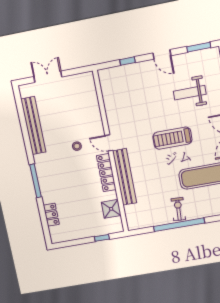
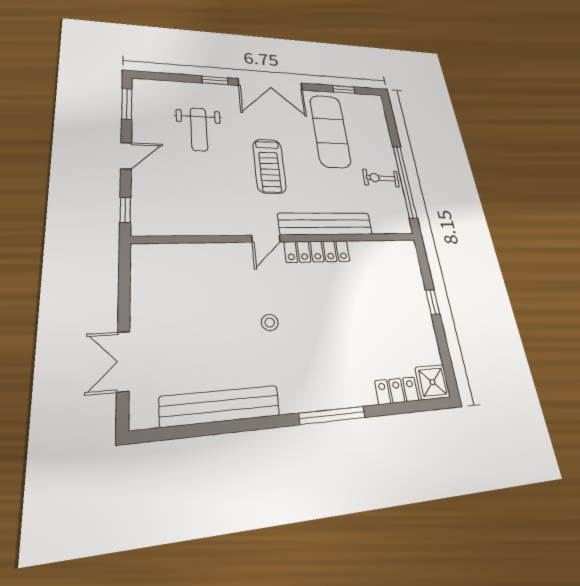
door: (109, 143) -> (266, 238), moved
wall: (111, 152) -> (283, 238), moved
locker: (106, 173) -> (317, 251), moved
bench: (125, 177) -> (325, 224), moved
shower: (111, 209) -> (433, 382), moved

